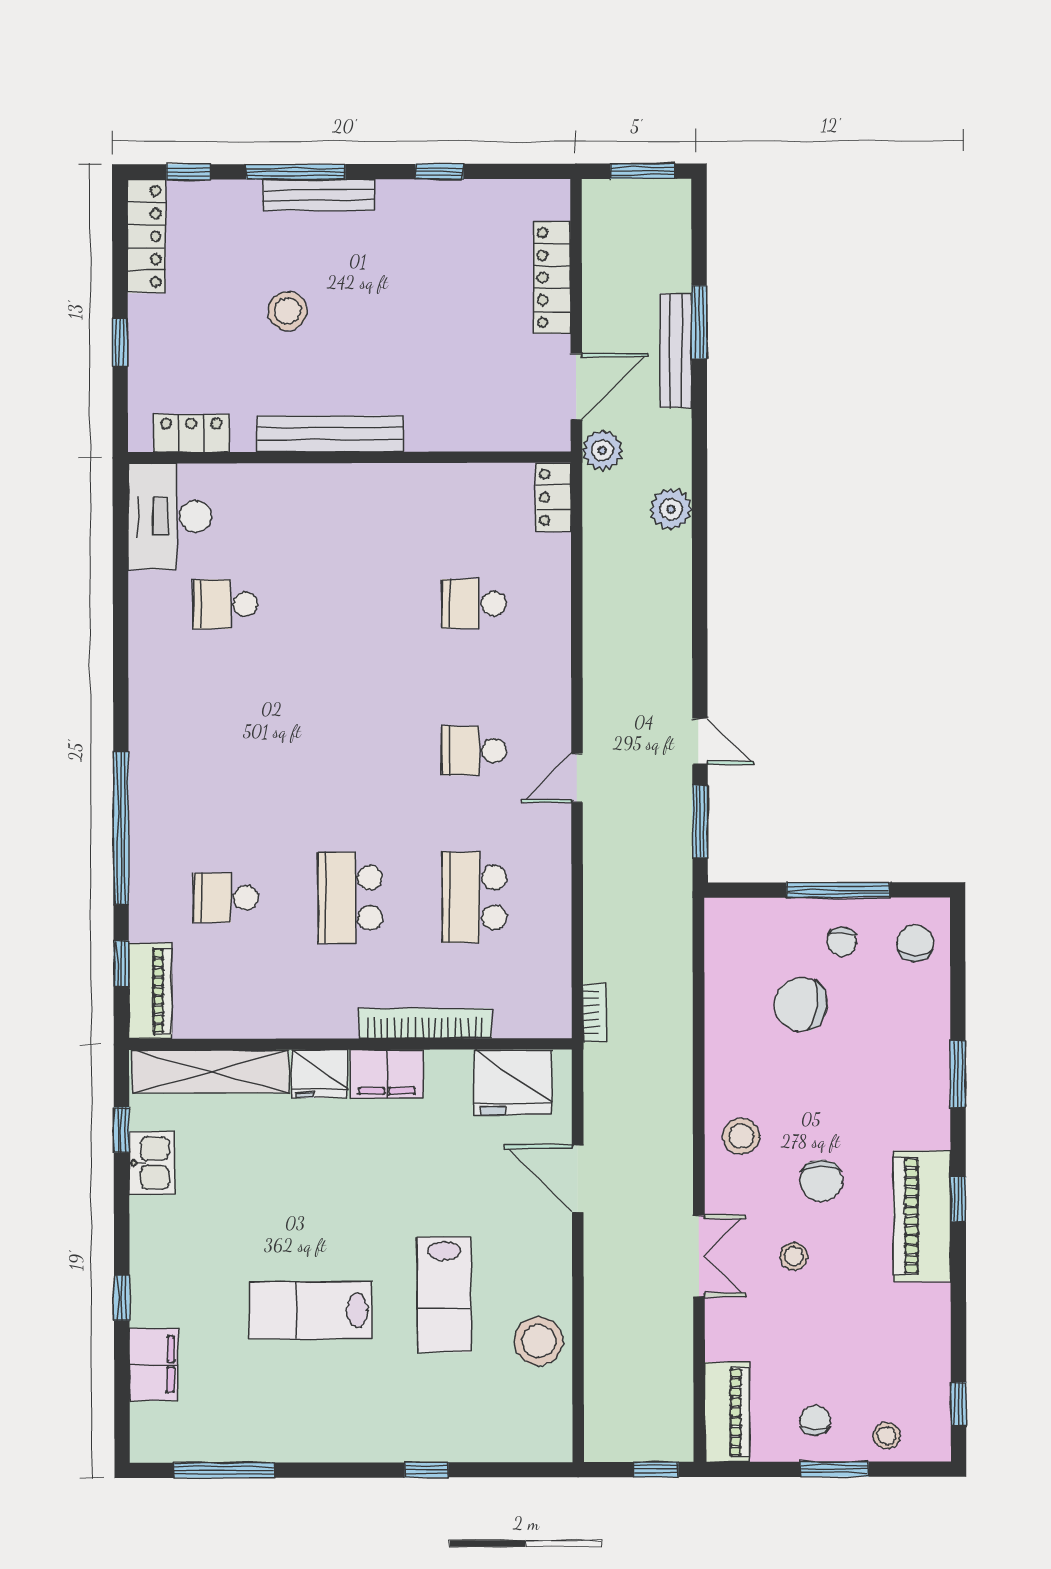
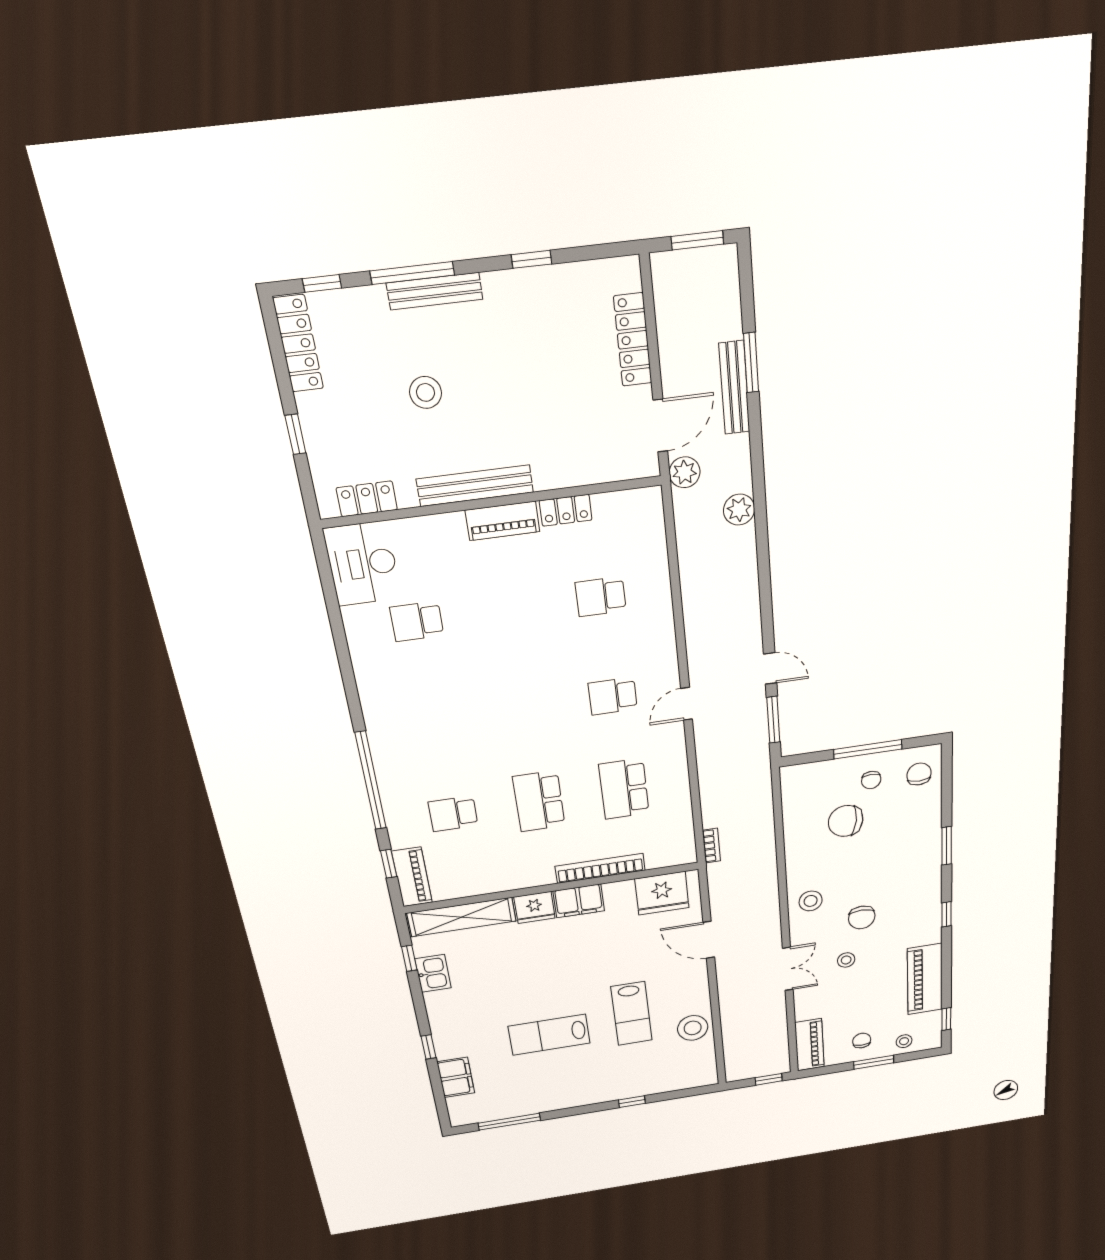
piano: (358, 484) -> (502, 521), added
locker: (553, 497) -> (566, 510), moved, turned -90
piano: (922, 1216) -> (925, 979), moved

